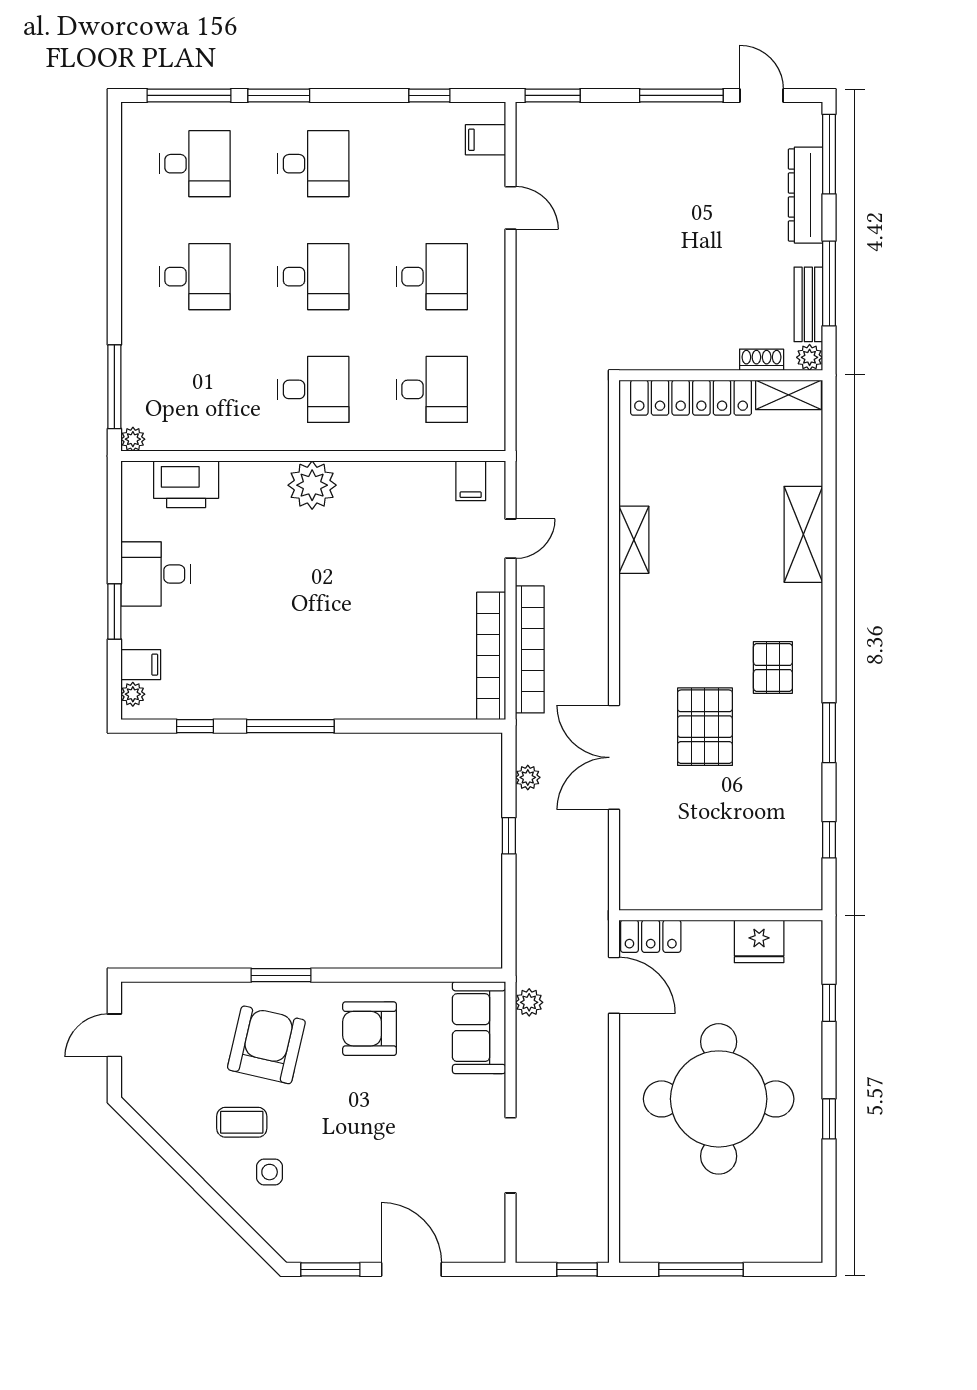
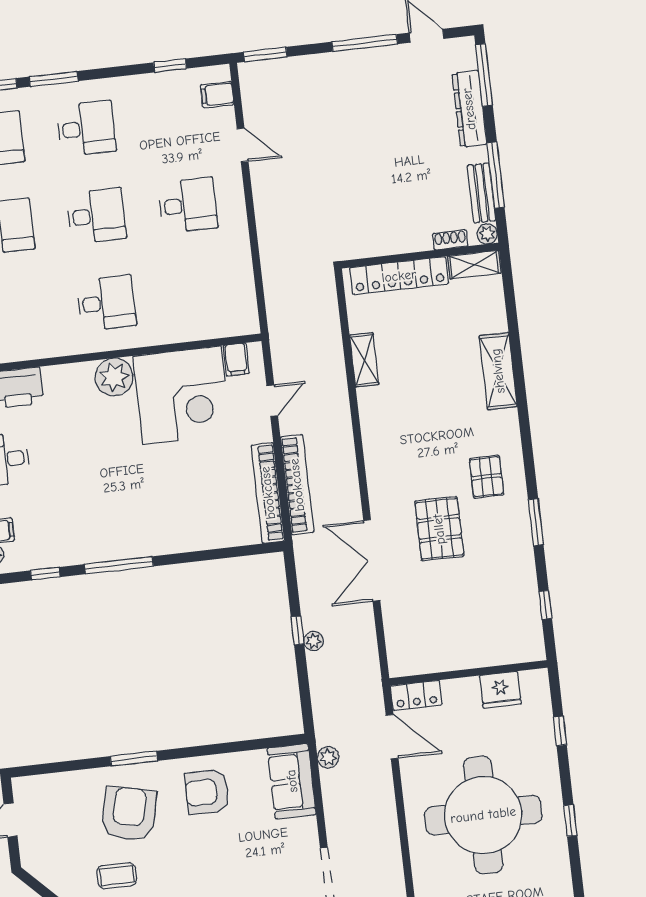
desk: (432, 389) -> (198, 292), removed
corner desk: (396, 518) -> (182, 395), added
shelving: (634, 540) -> (364, 360), moved
plant: (528, 777) -> (314, 641), moved

